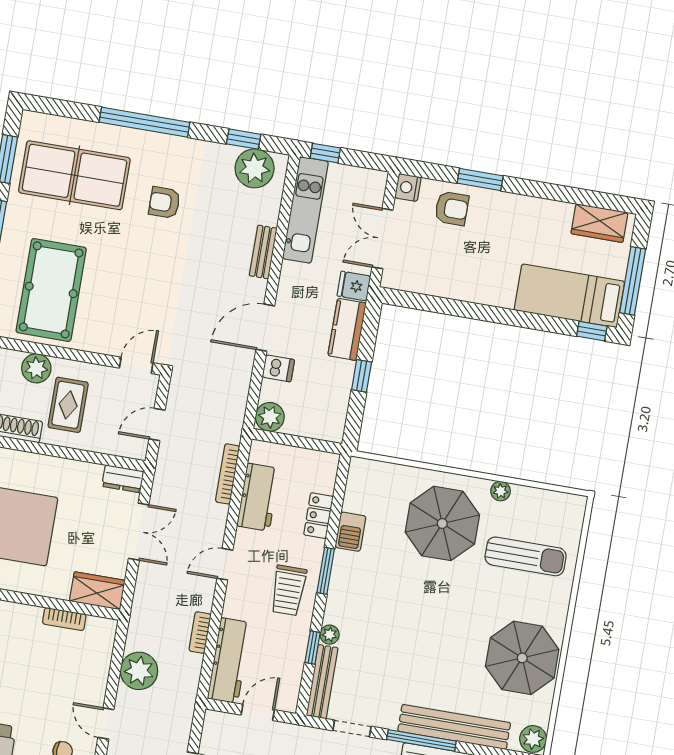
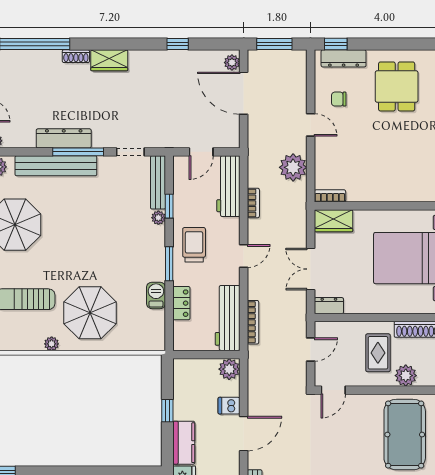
workbench: (258, 497) -> (228, 318), width x1.38
bookcase: (64, 619) -> (330, 196), moved

